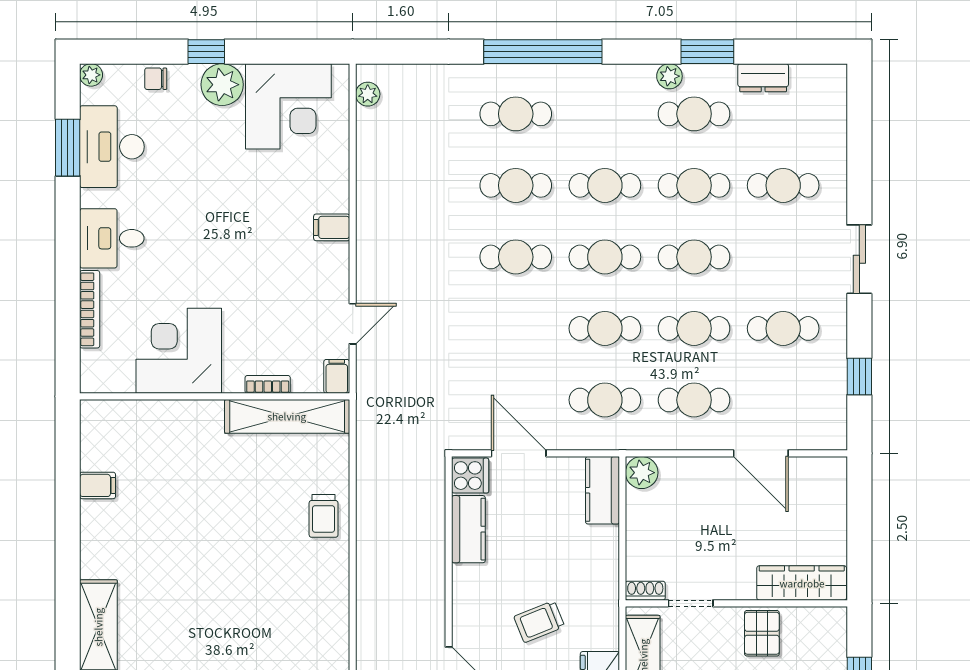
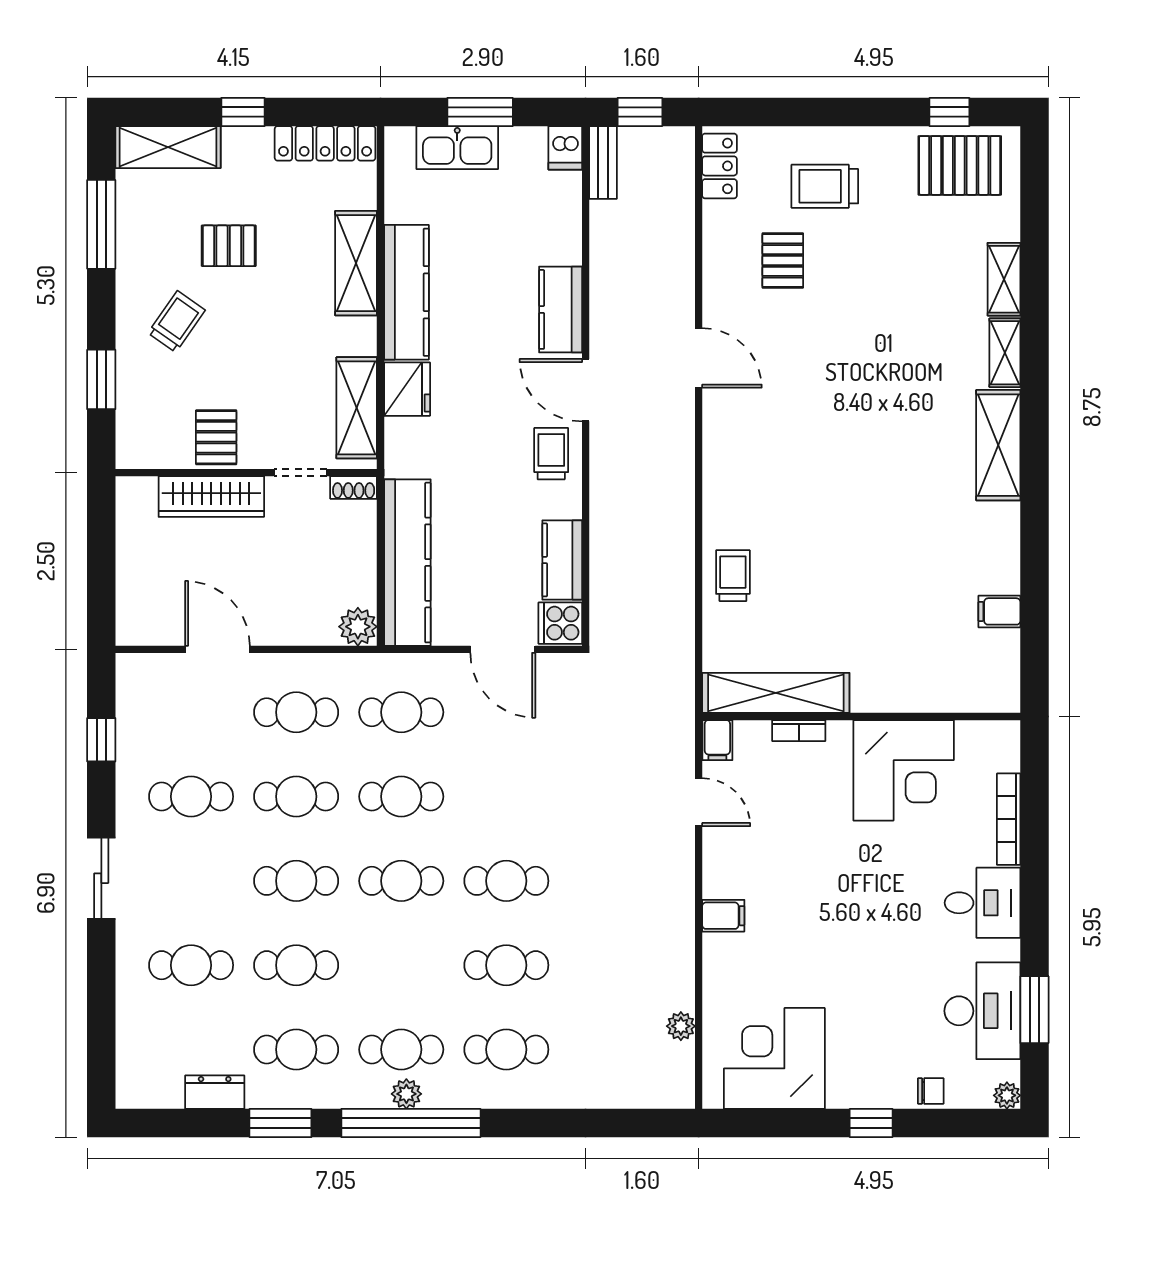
window: (543, 52) -> (411, 1123), moved
plant: (669, 76) -> (406, 1094), moved
plant: (222, 85) -> (852, 1084), removed
plant: (368, 94) -> (681, 1026), moved
cafe table: (605, 185) -> (401, 1049), moved
door: (353, 324) -> (699, 802), swing flipped
kitchen counter: (603, 490) -> (407, 563), width x2.08, depth x1.17
wardrobe: (802, 583) -> (211, 497), moved
trolley: (539, 622) -> (551, 454), moved, turned -68

